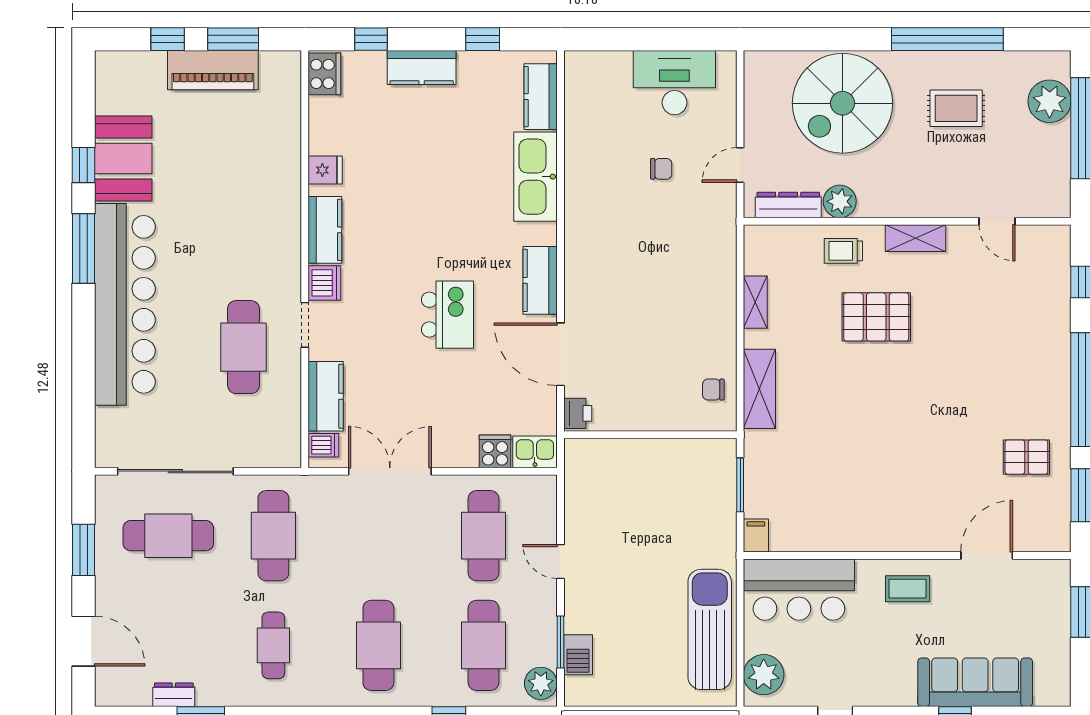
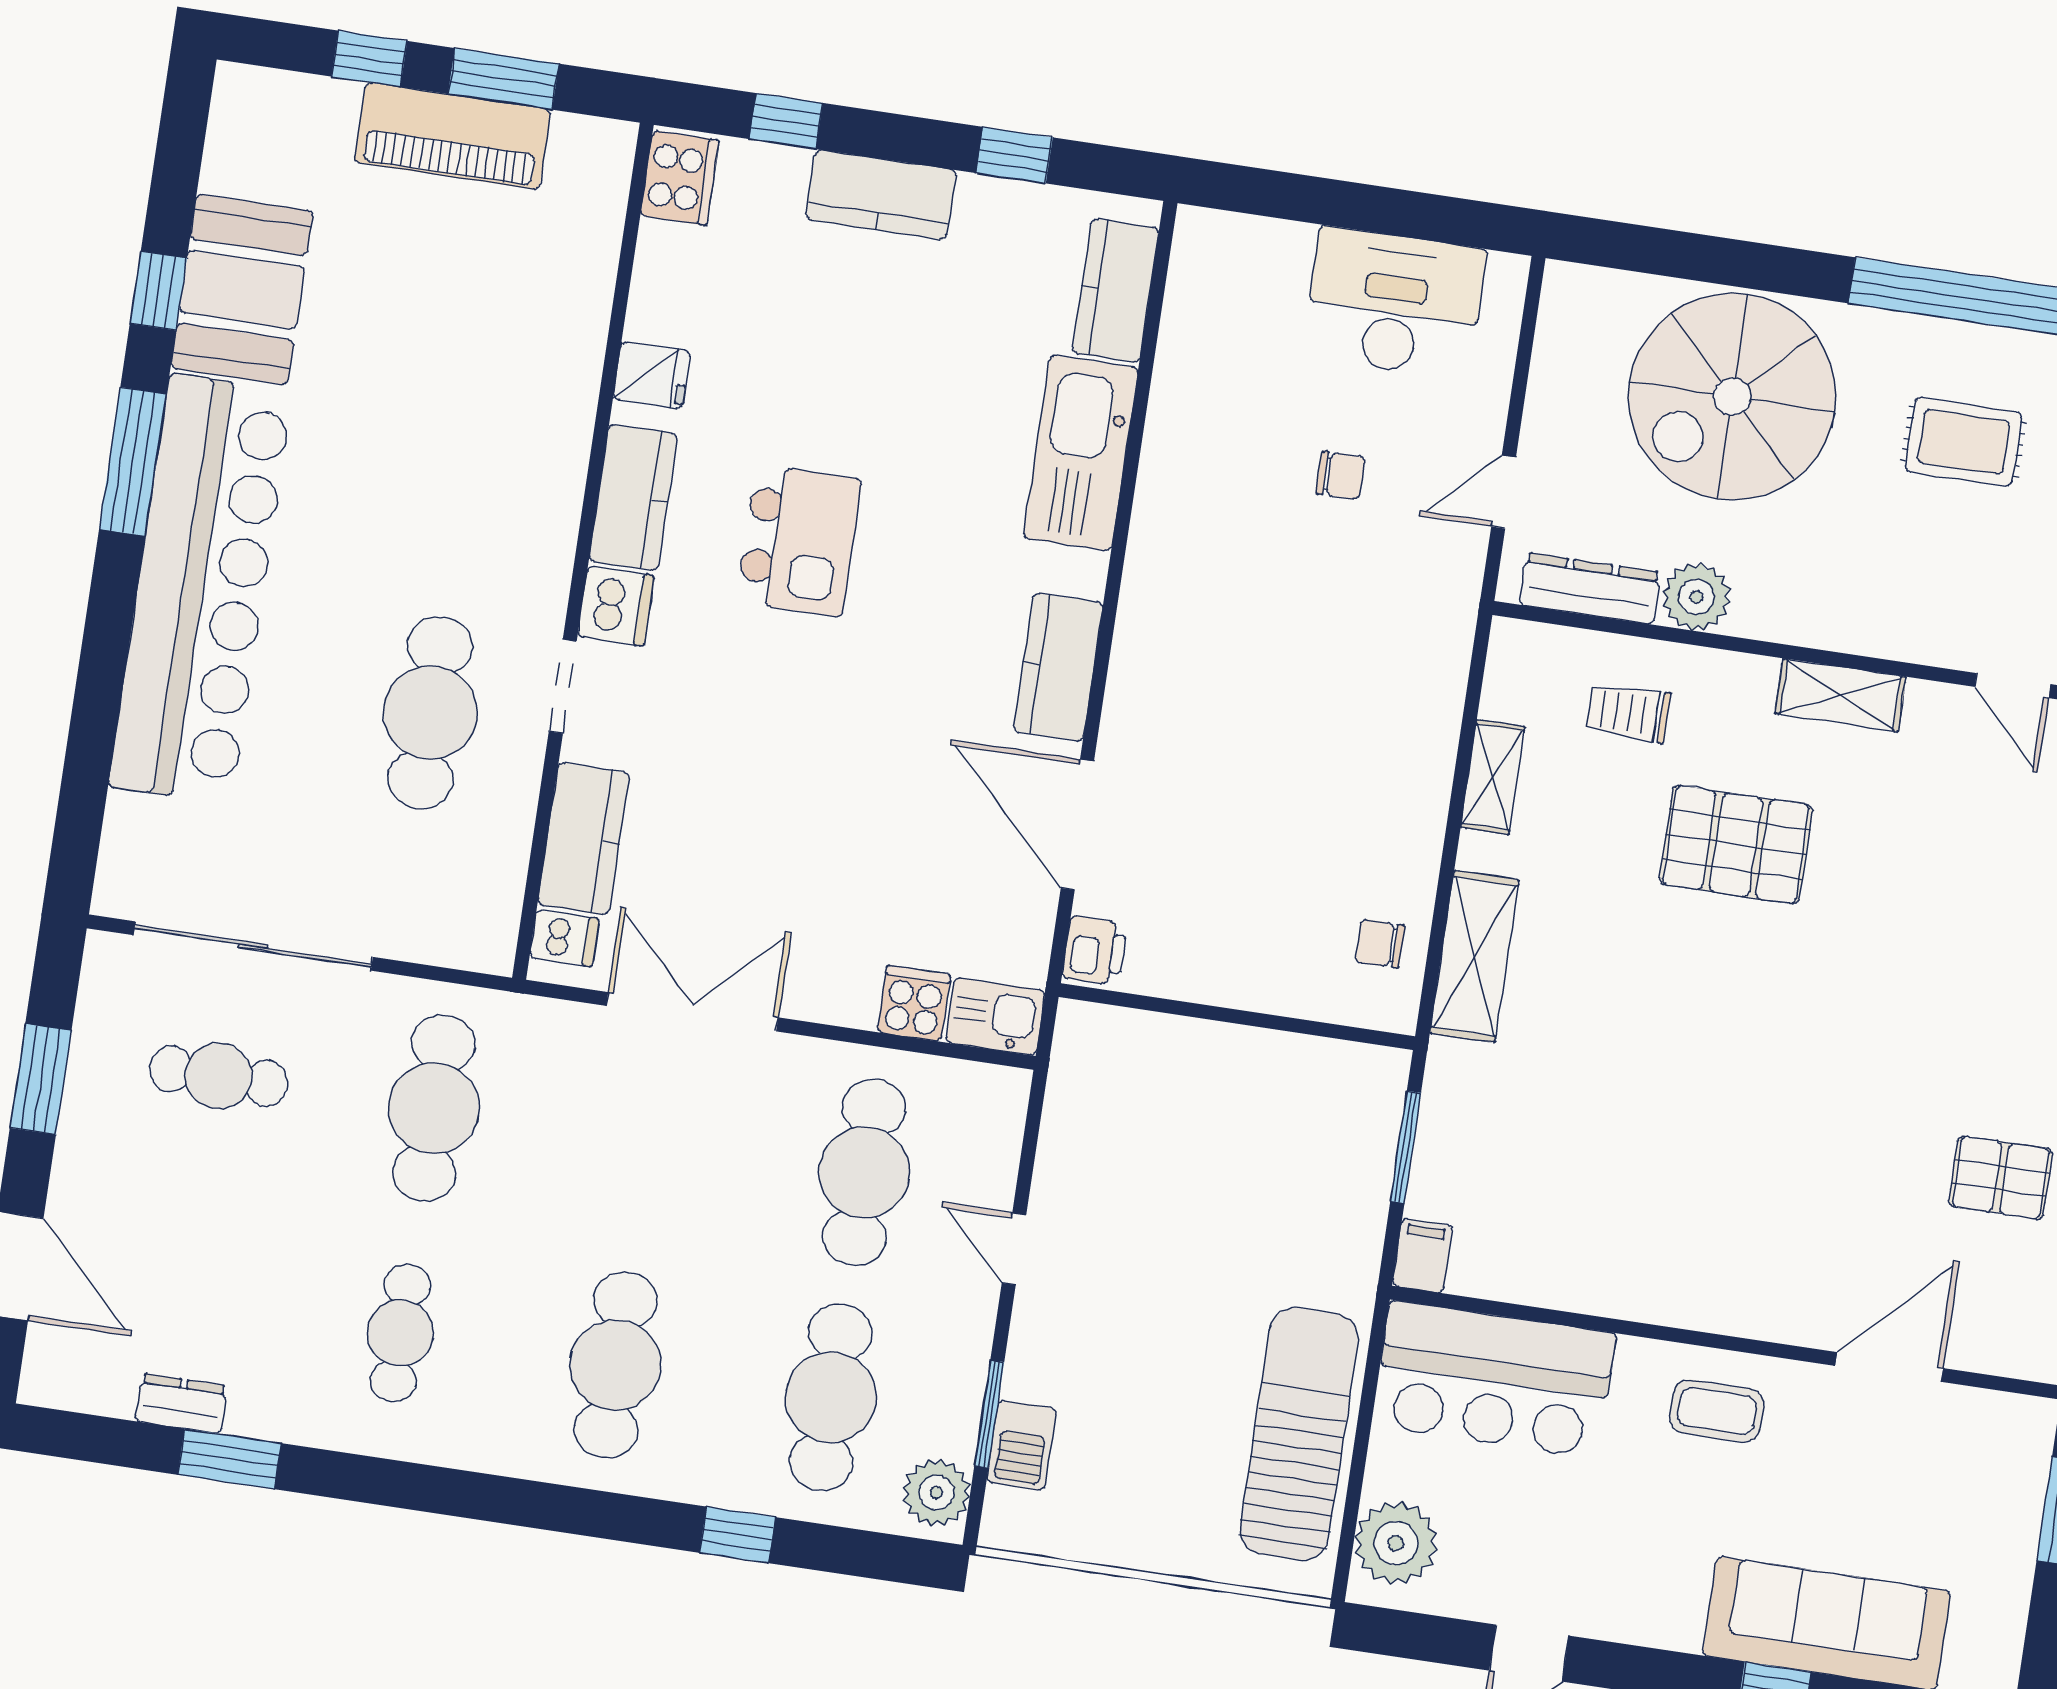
trolley: (843, 251) -> (1628, 713), moved
kitchen island: (447, 315) -> (799, 541), moved
cafe table: (168, 536) -> (219, 1076), width x0.73, depth x0.74

